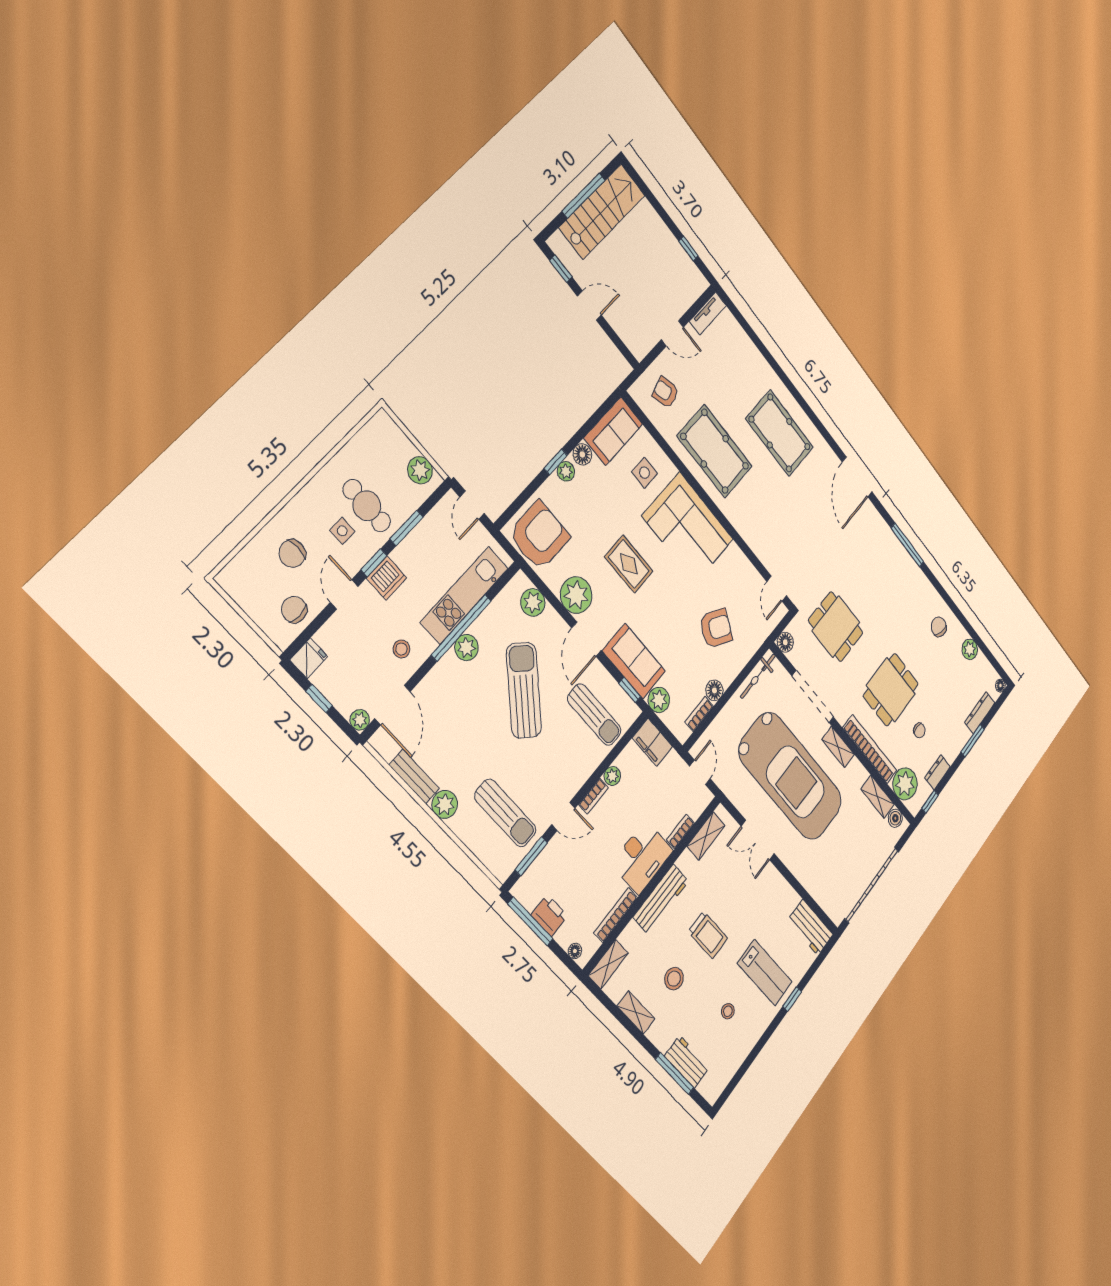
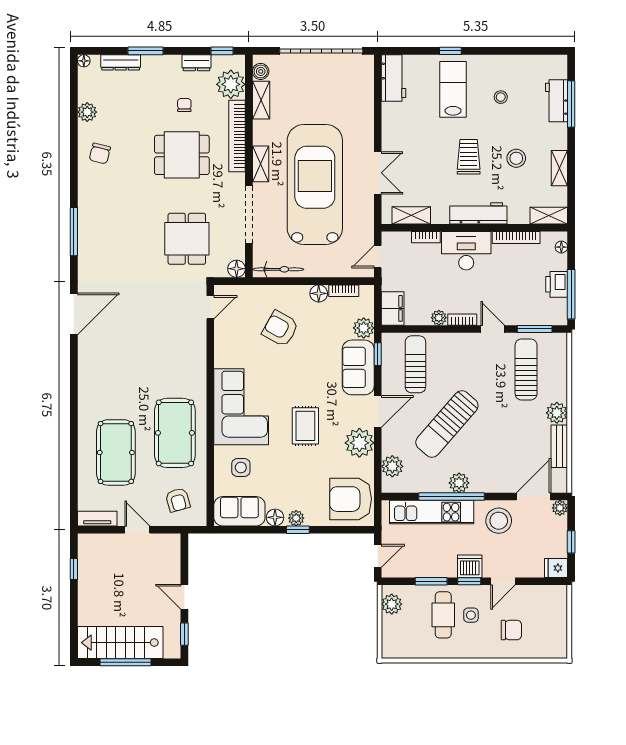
pool table: (780, 433) -> (116, 452), moved
chair: (294, 610) -> (539, 601), removed
stool: (401, 649) -> (499, 521), width x1.89, depth x1.89

